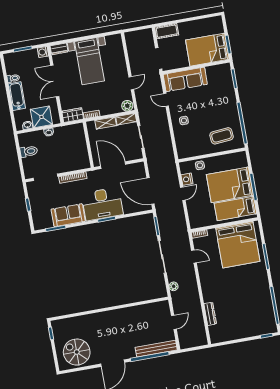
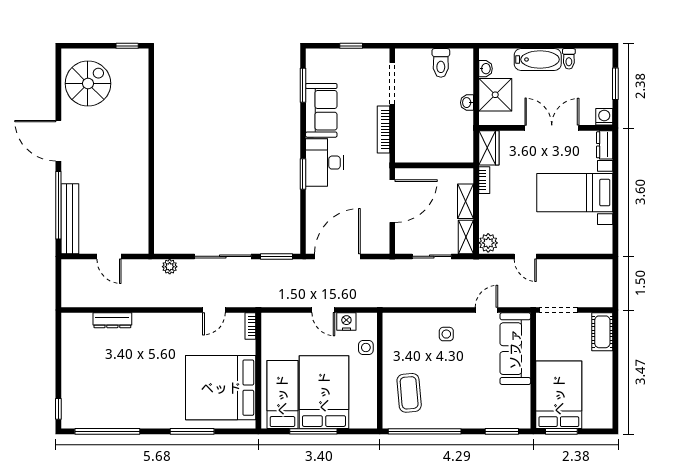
desk: (102, 204) -> (324, 163), width x0.73, depth x0.77

